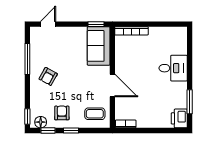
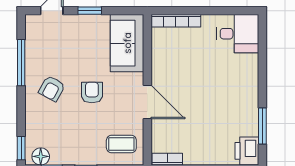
window: (96, 24) -> (90, 11), moved
desk: (173, 68) -> (238, 34), moved
armchair: (62, 113) -> (92, 93), moved

